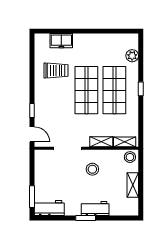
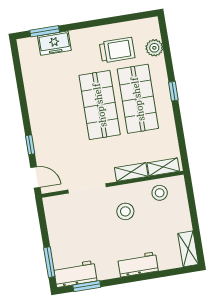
window: (56, 31) -> (45, 31), added
trolley: (56, 71) -> (117, 50), moved
stool: (130, 157) -> (160, 193), moved
shelving: (133, 185) -> (188, 249), moved
window: (86, 218) -> (87, 286), moved

